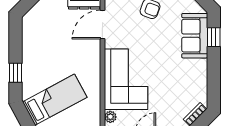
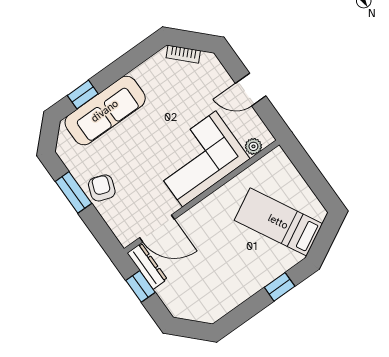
sofa: (195, 36) -> (105, 111), width x1.36

